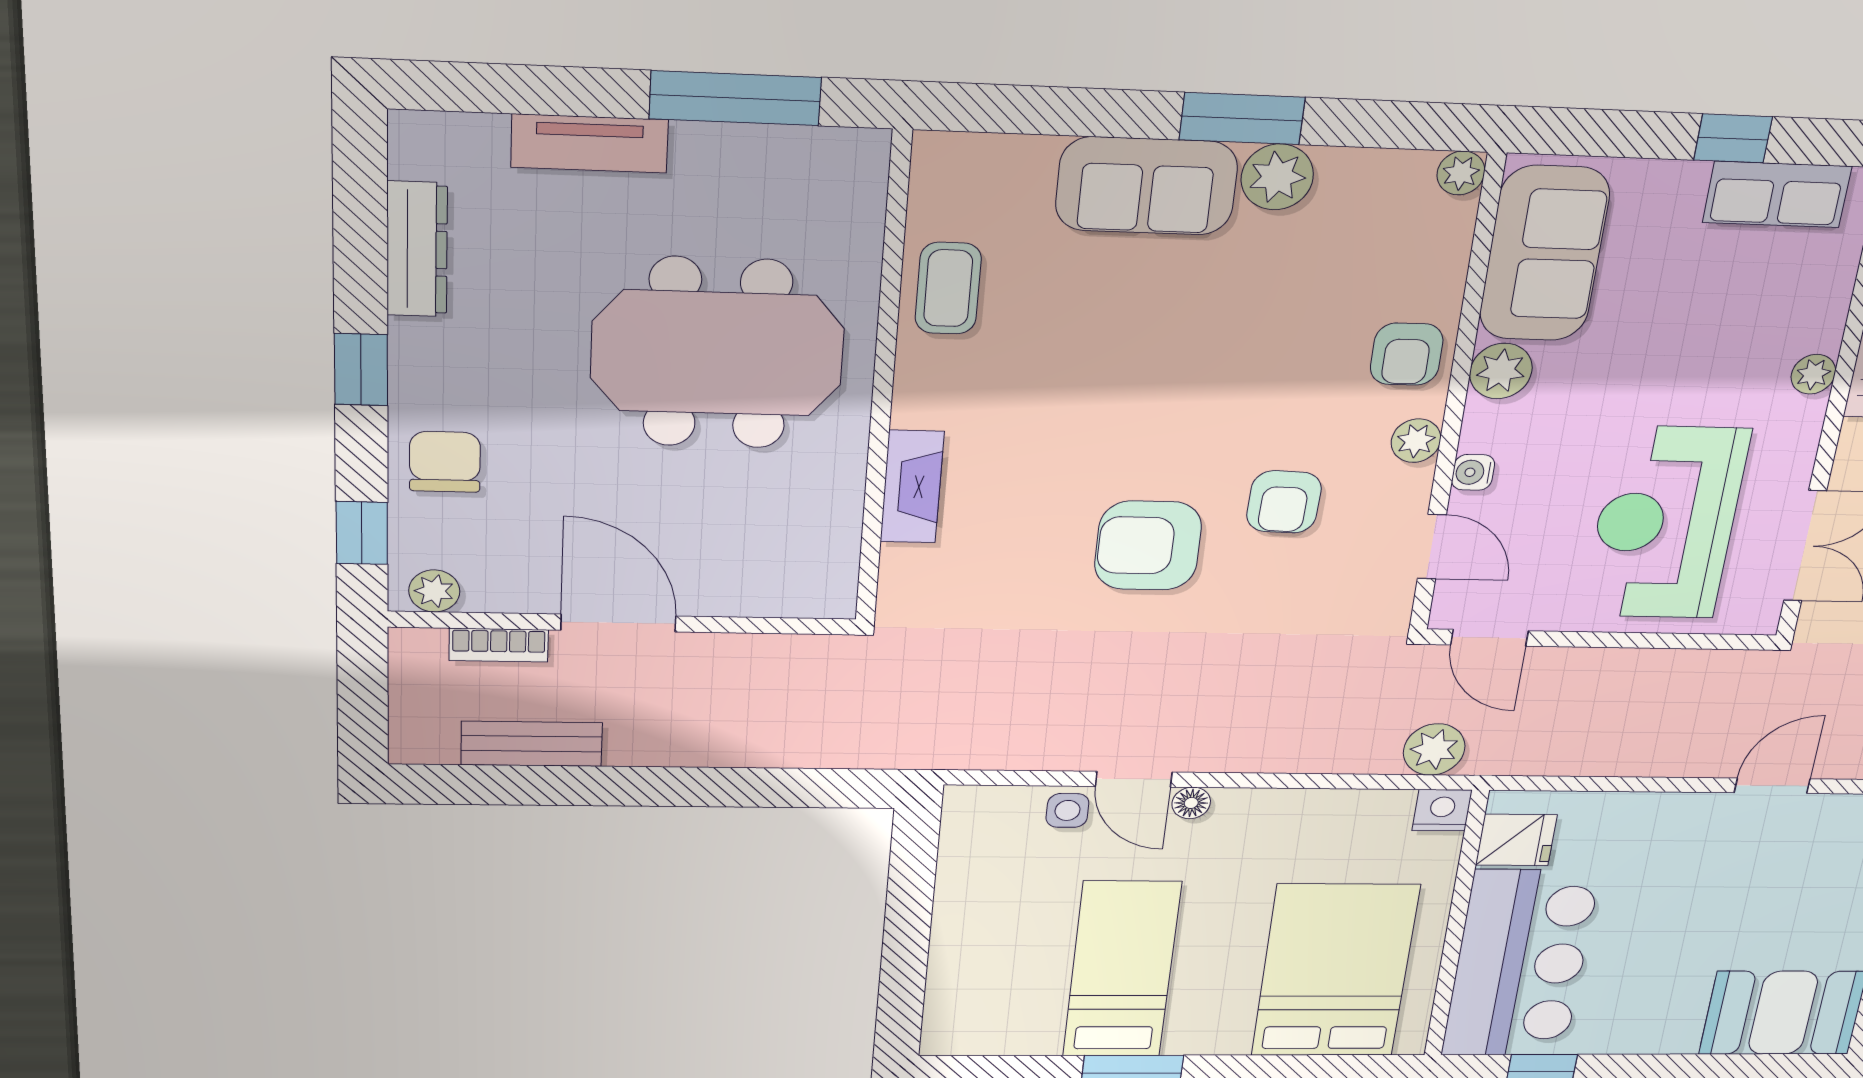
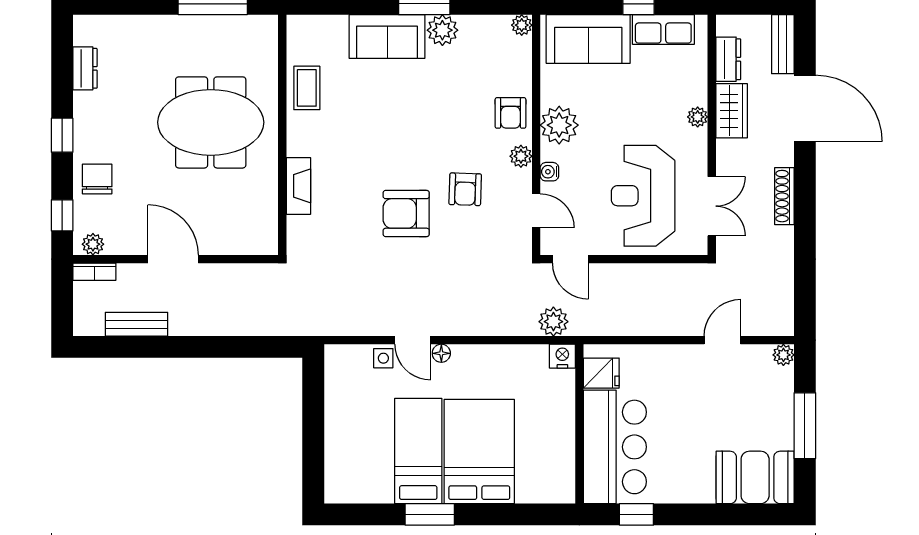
tv unit: (590, 143) -> (154, 27), removed
dresser: (417, 249) -> (85, 68), width x0.70
sofa: (1544, 254) -> (588, 39), moved, turned 90
plant: (1501, 371) -> (559, 125), width x1.36, depth x1.36
bookcase: (499, 645) -> (94, 272), moved
bed: (1335, 971) -> (479, 452), moved

